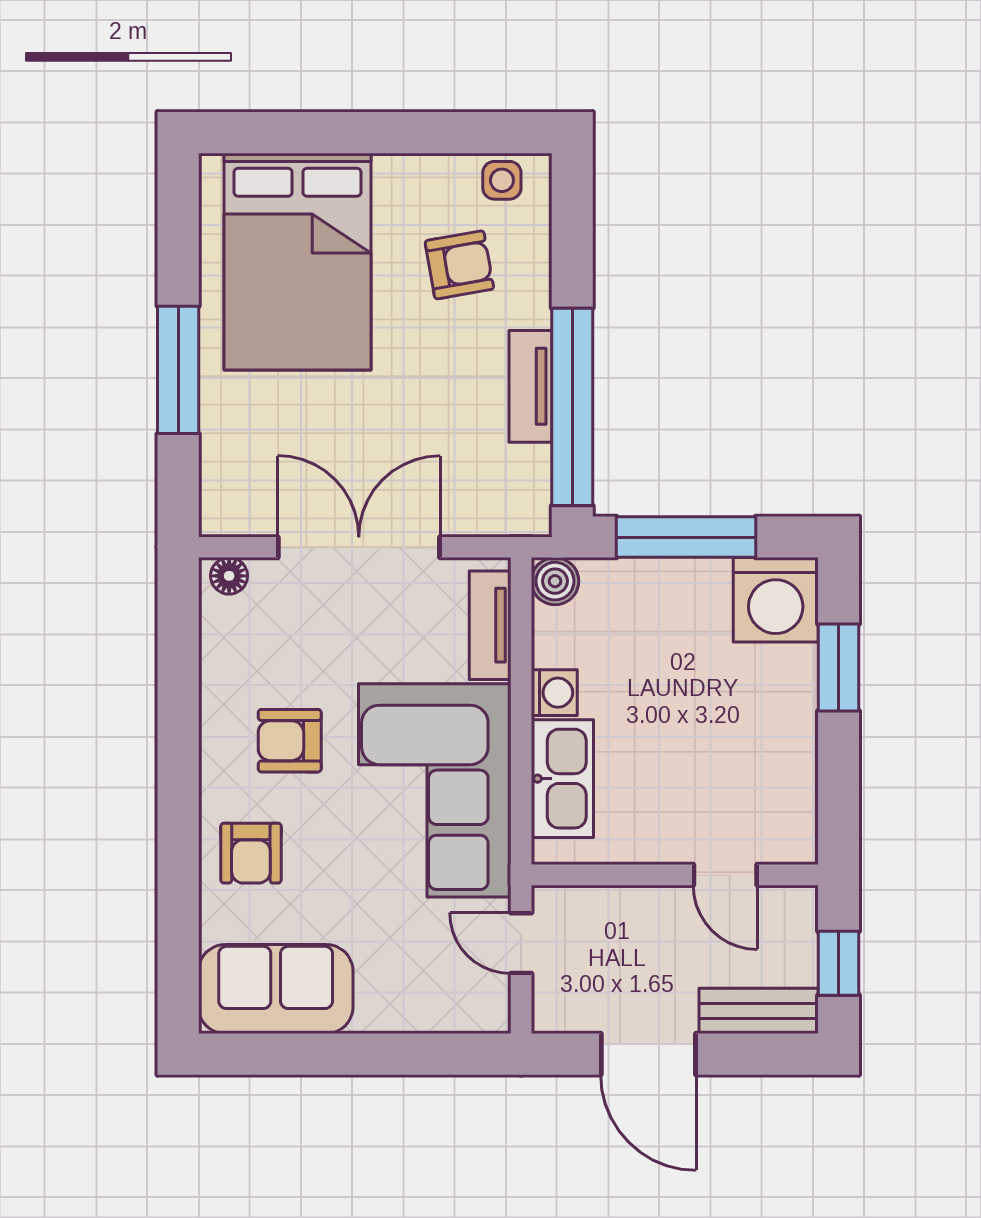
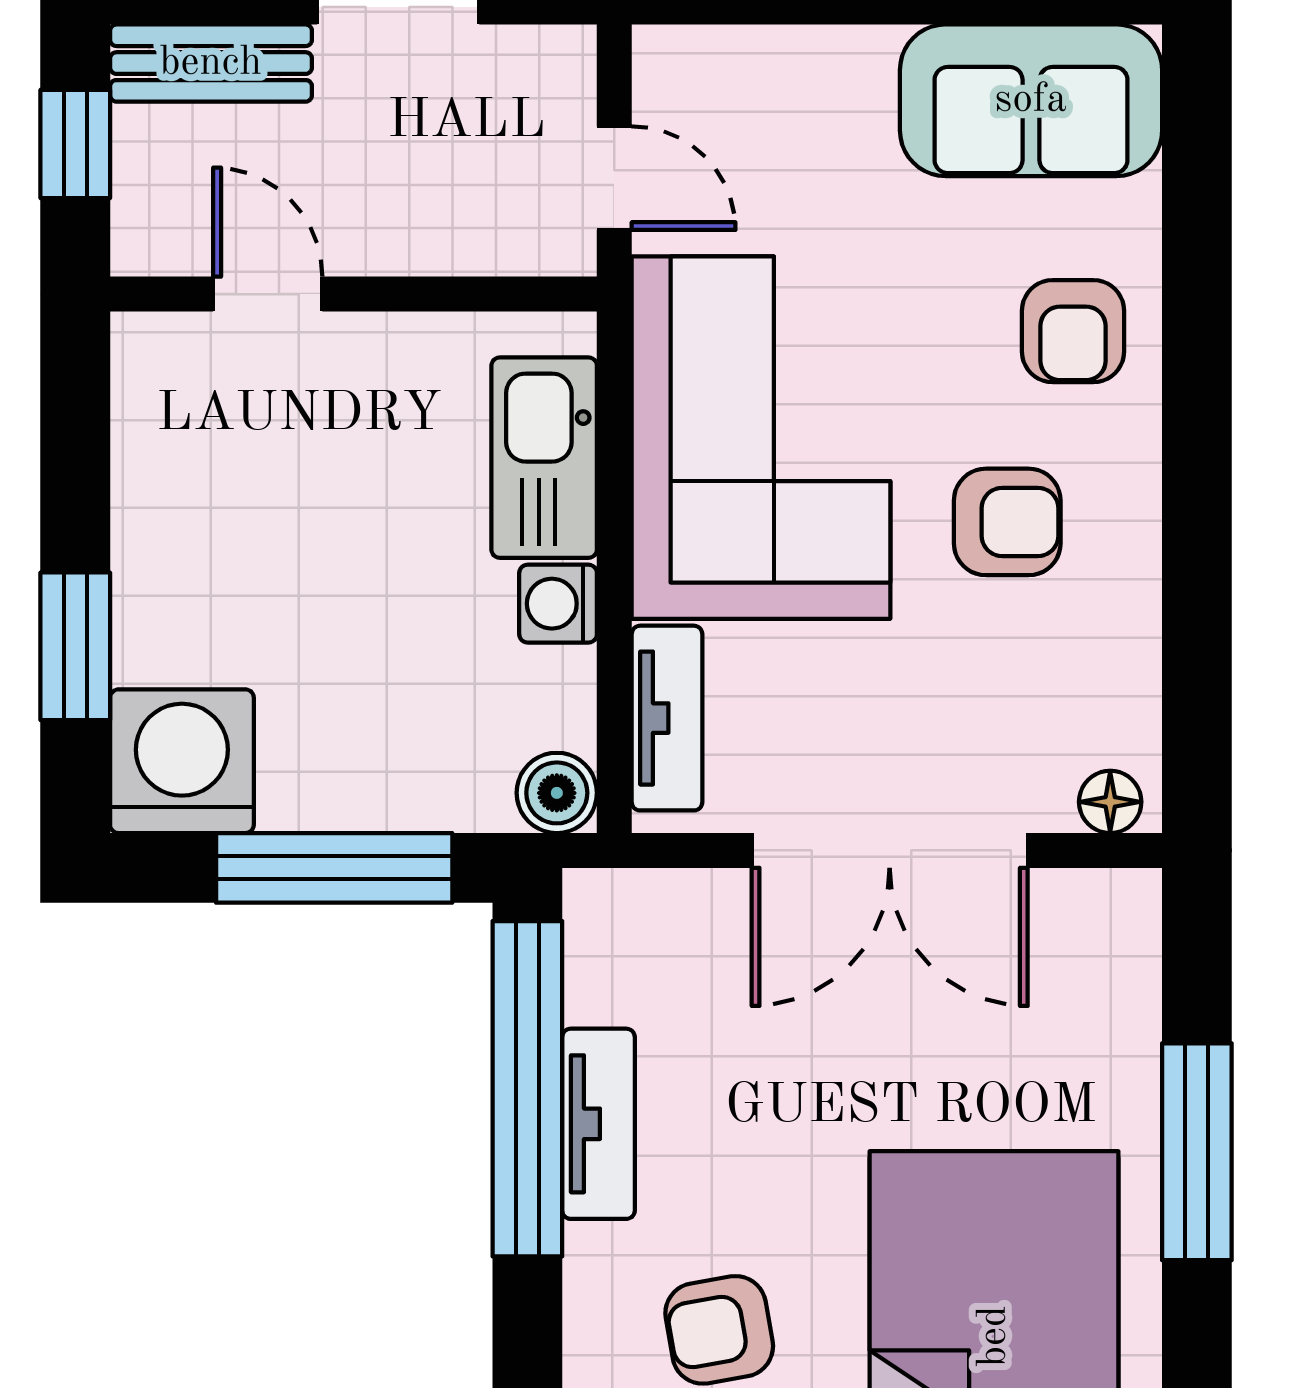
armchair: (251, 853) -> (1073, 331), turned 180

